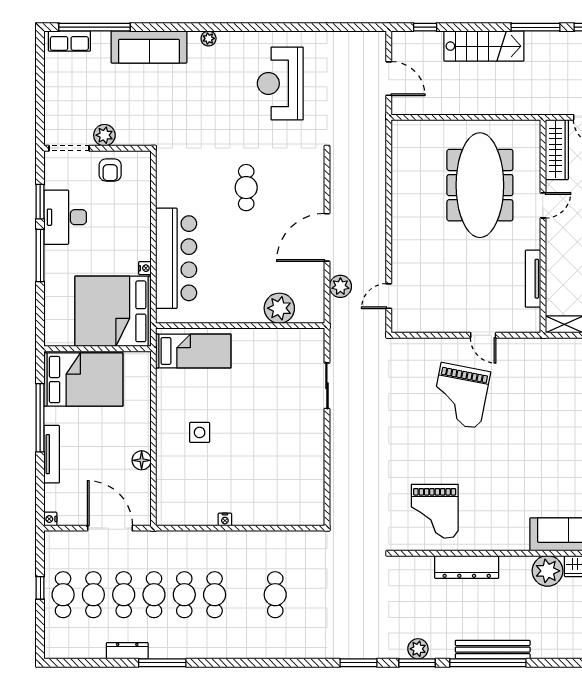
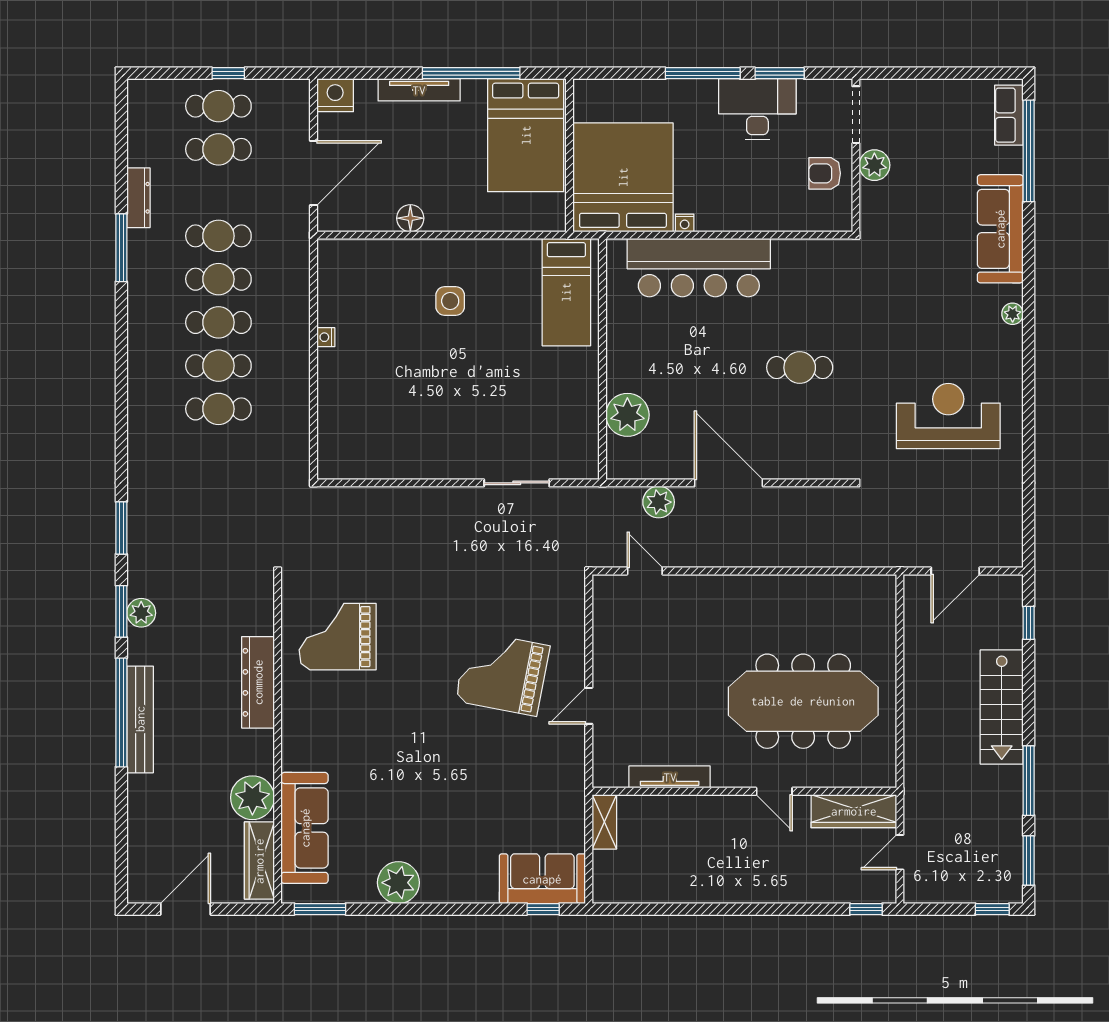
nightstand: (50, 519) -> (335, 95), width x1.89, depth x1.79
cafe table: (124, 595) -> (218, 366), moved

